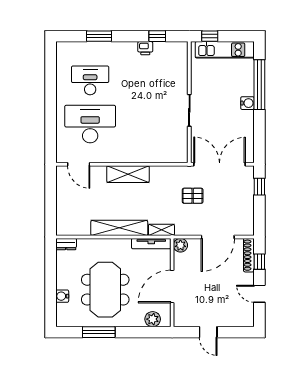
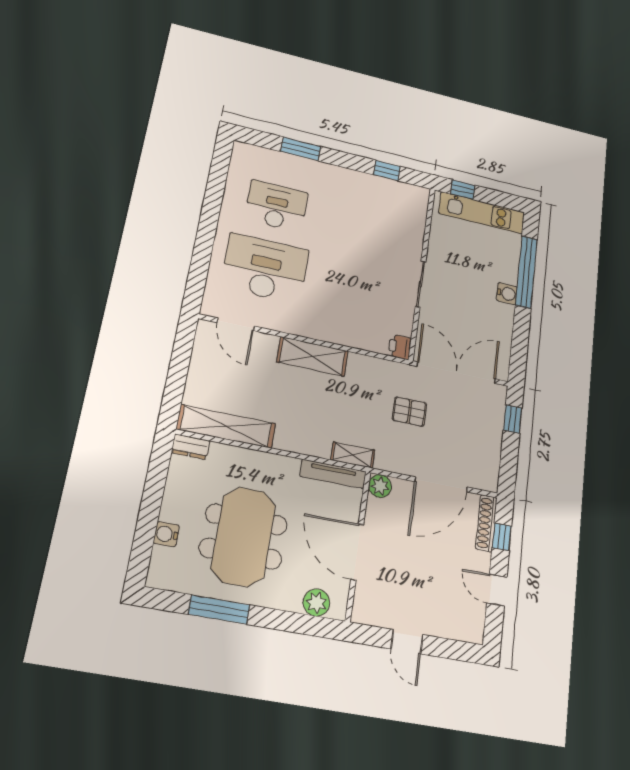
printer: (145, 48) -> (400, 347), moved, turned 90
shelving: (119, 228) -> (226, 426), moved
door: (172, 286) -> (357, 552), hinge flipped

